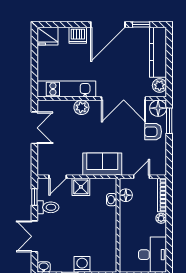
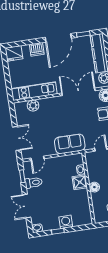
double door: (124, 99) -> (78, 92), swing flipped
plant: (81, 107) -> (33, 106), moved
double door: (34, 128) -> (17, 138), moved
shower: (81, 187) -> (80, 182), moved
floor lamp: (126, 195) -> (94, 187), moved

